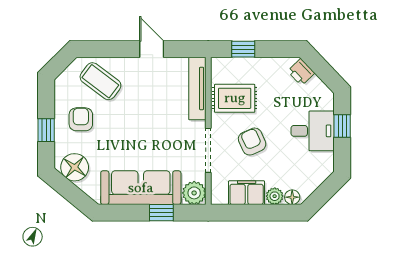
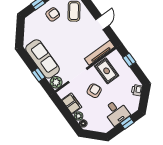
floor lamp: (75, 167) -> (31, 26), removed

